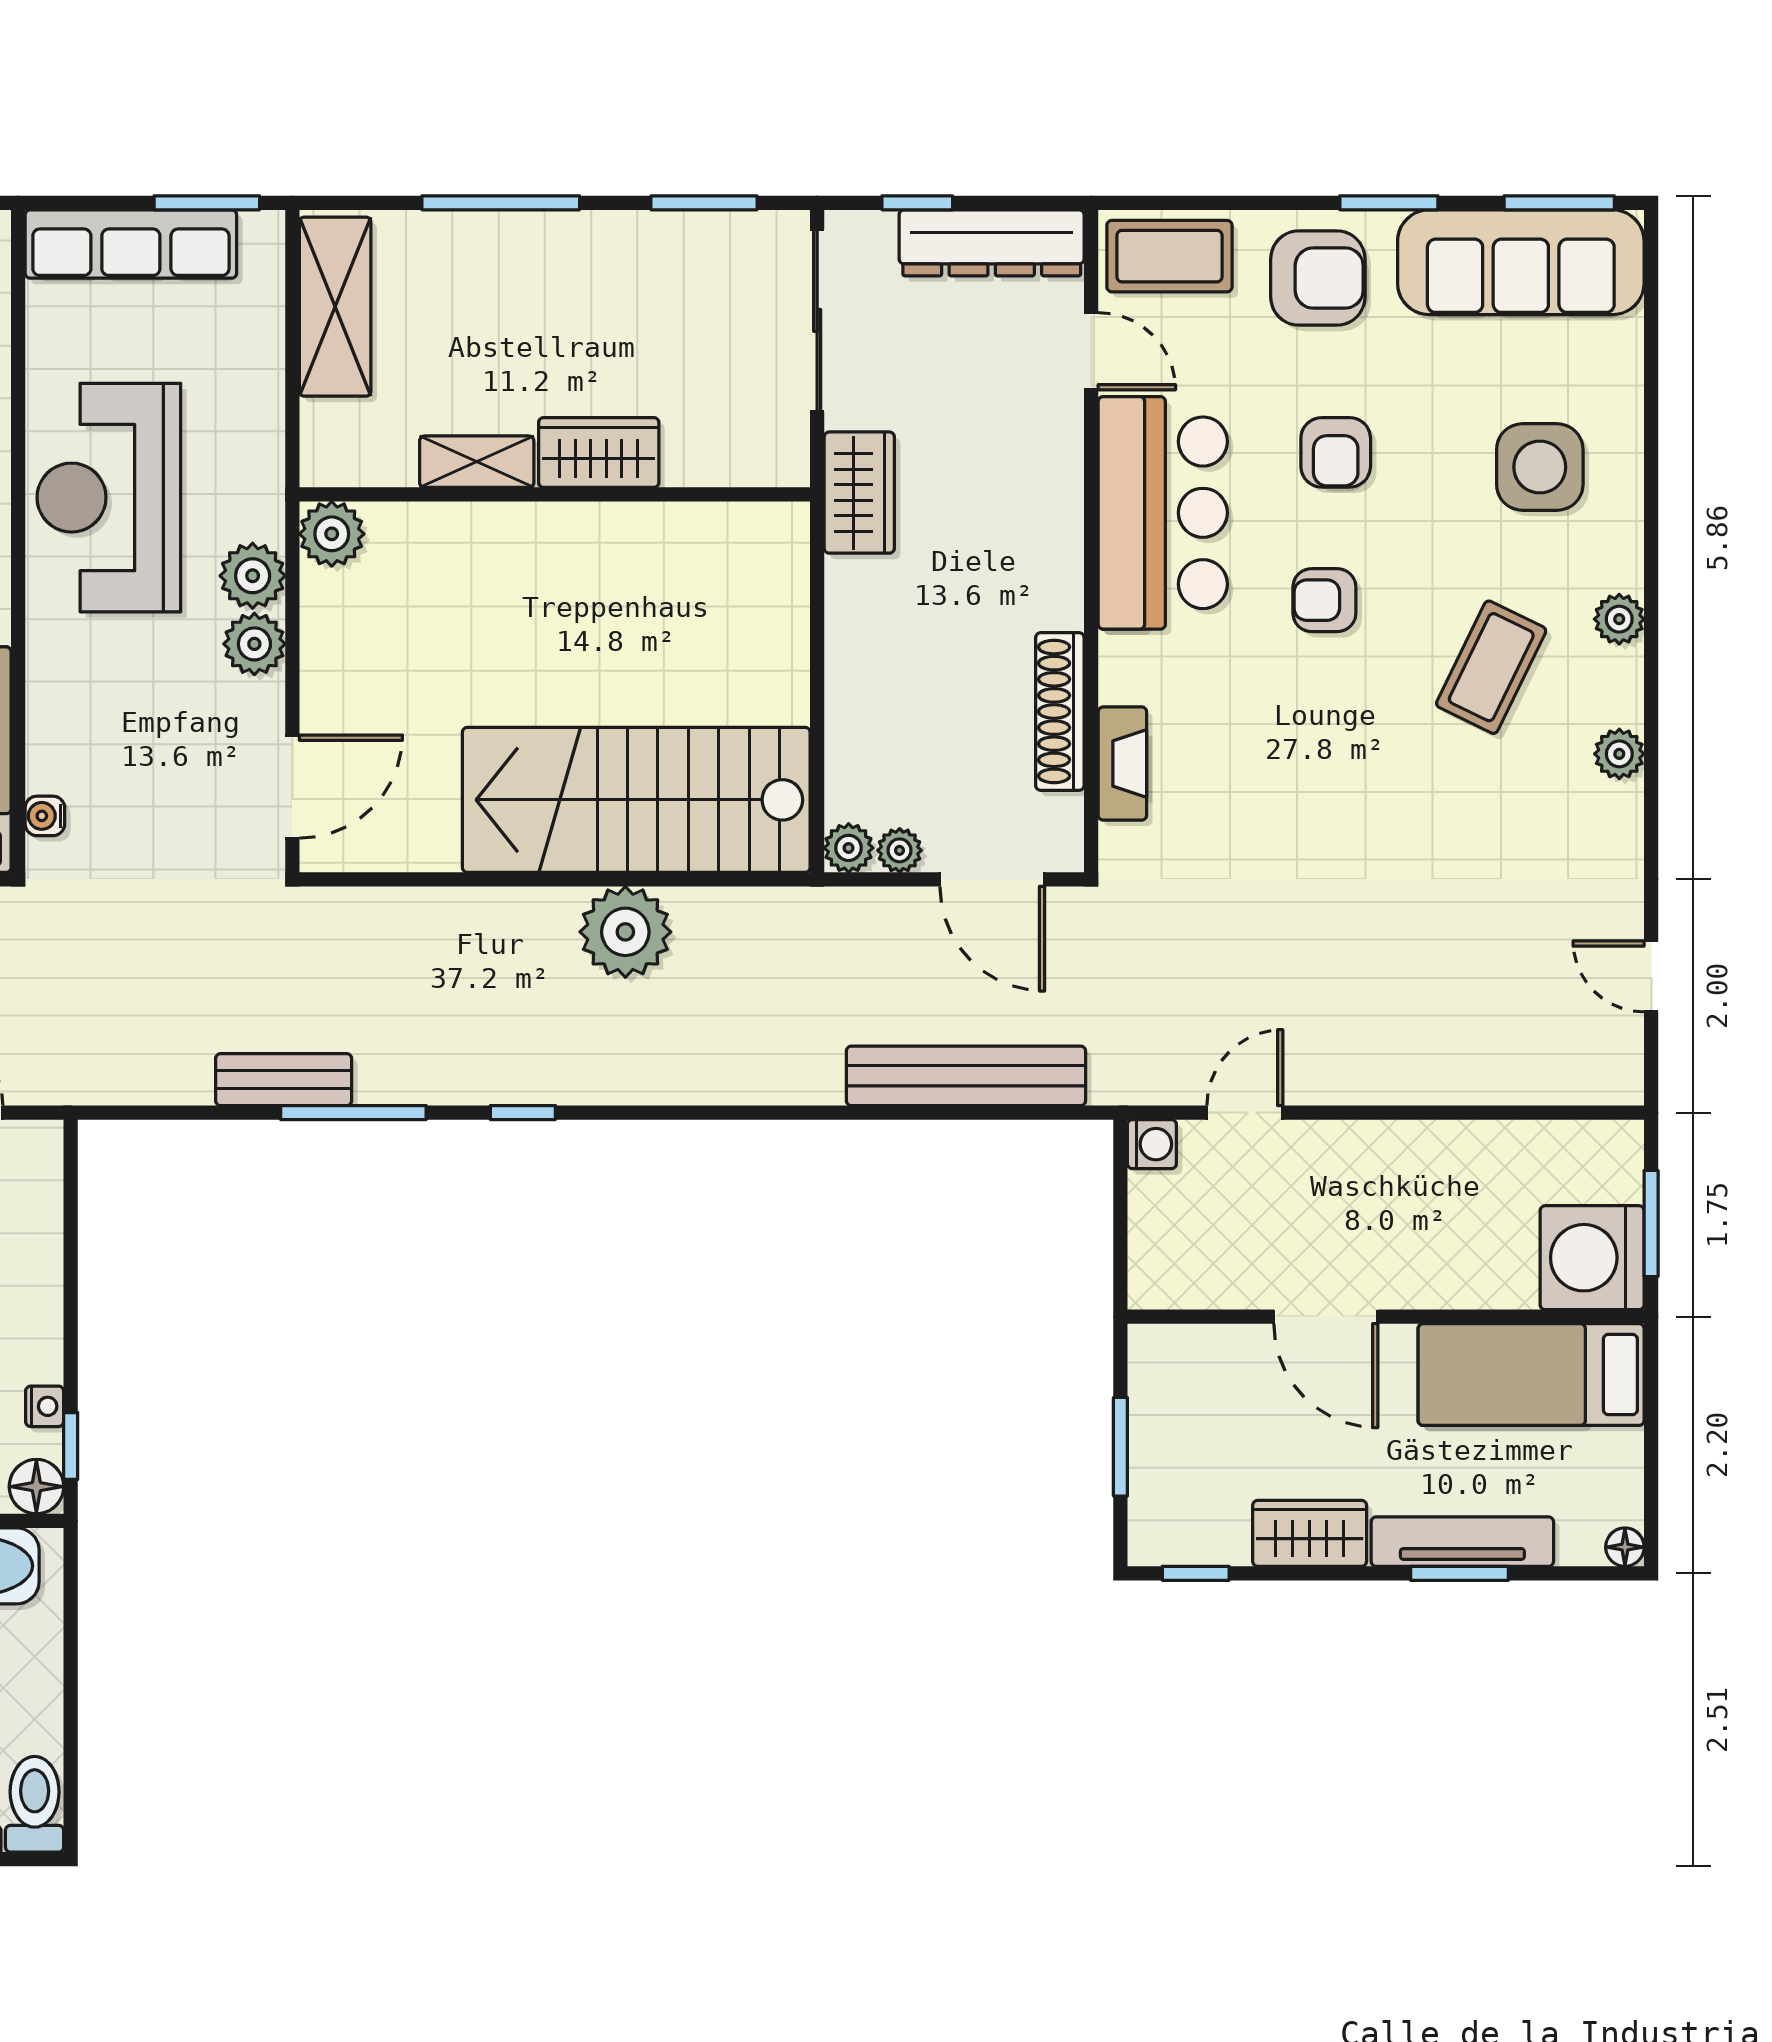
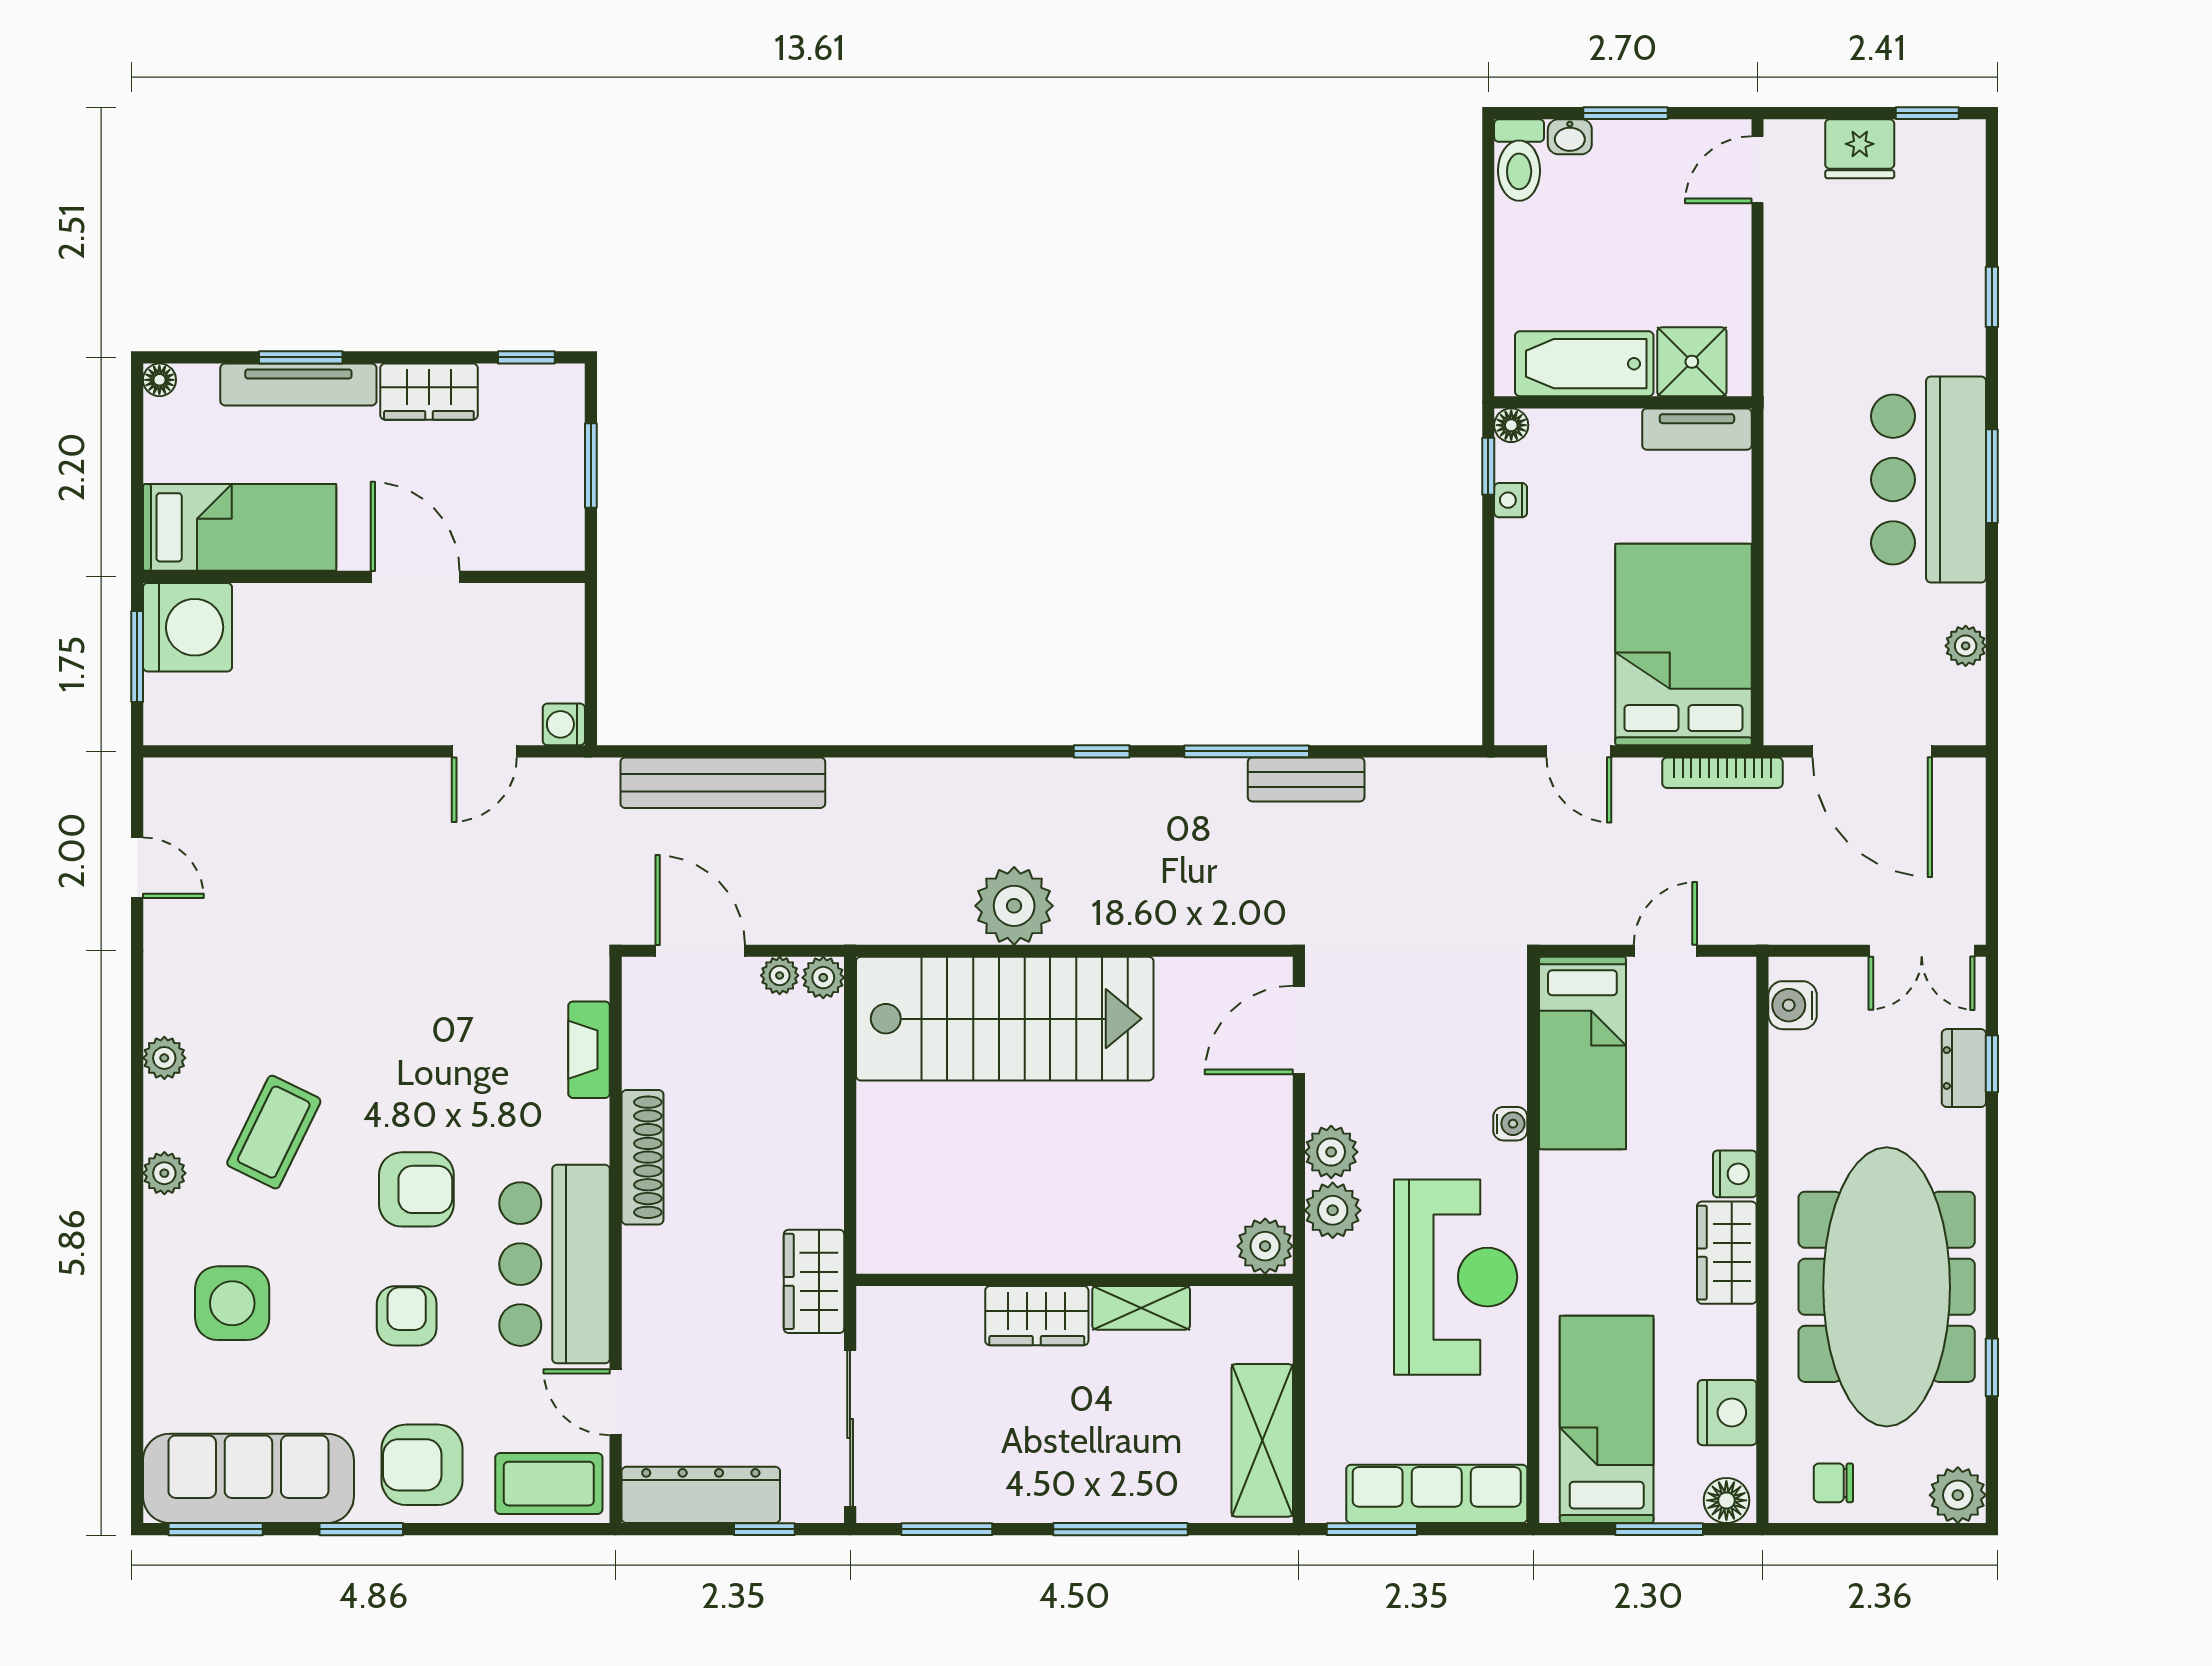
armchair: (1324, 600) -> (416, 1189), width x1.38, depth x1.38
shoe rack: (1060, 711) -> (642, 1157), moved
water cooler: (45, 816) -> (1510, 1124), moved
floor lamp: (36, 1487) -> (1511, 425), width x0.73, depth x0.73

